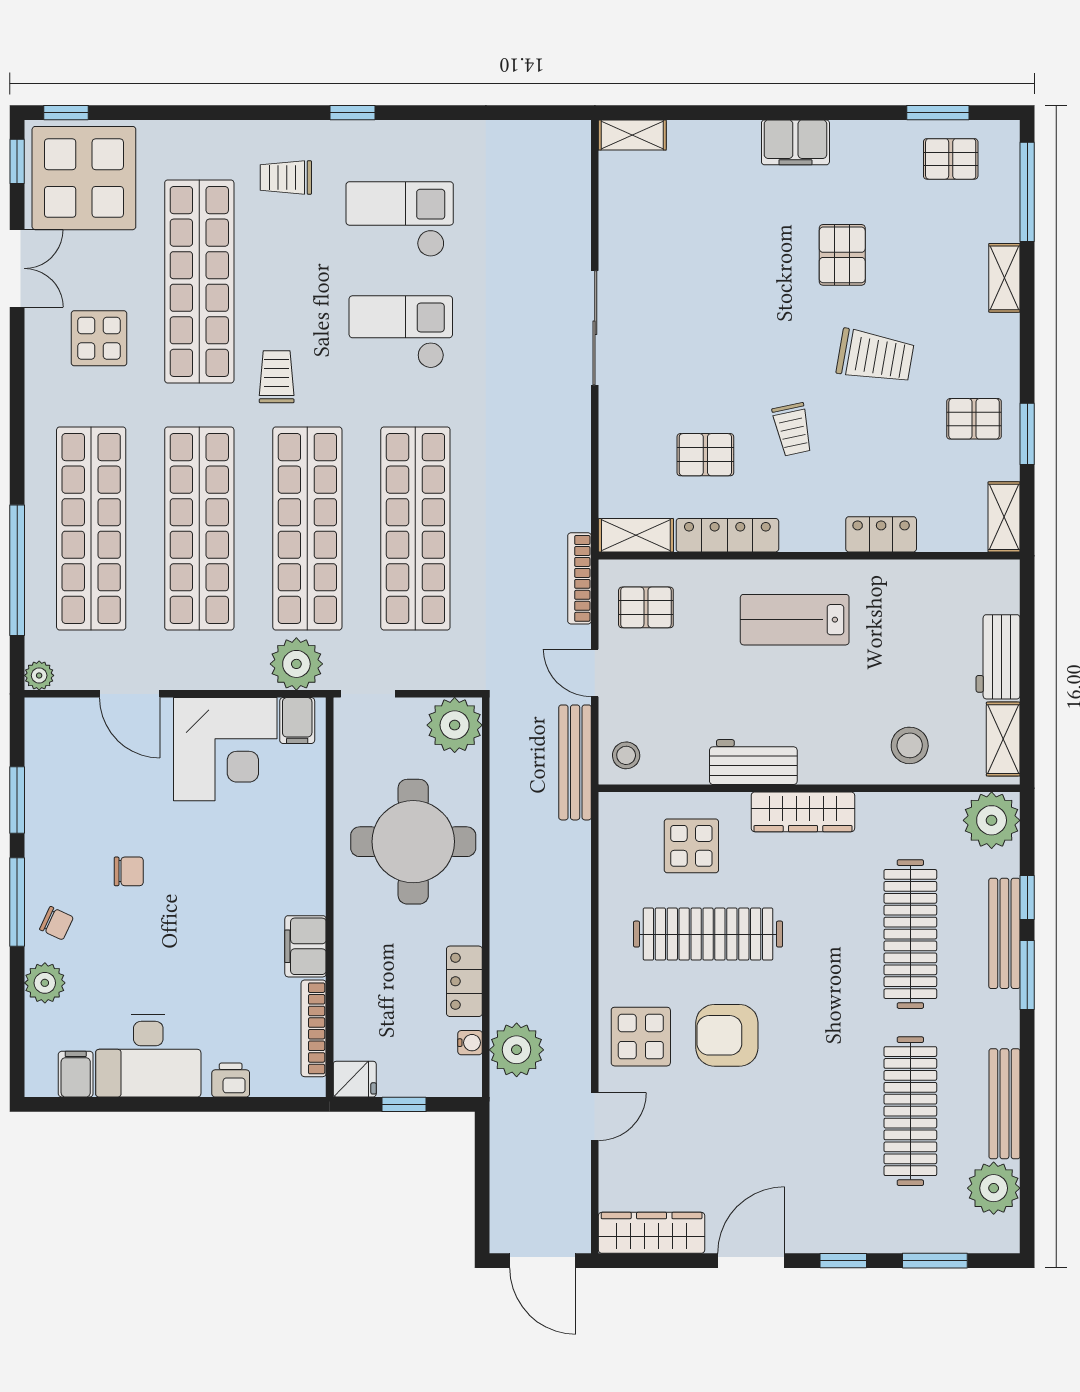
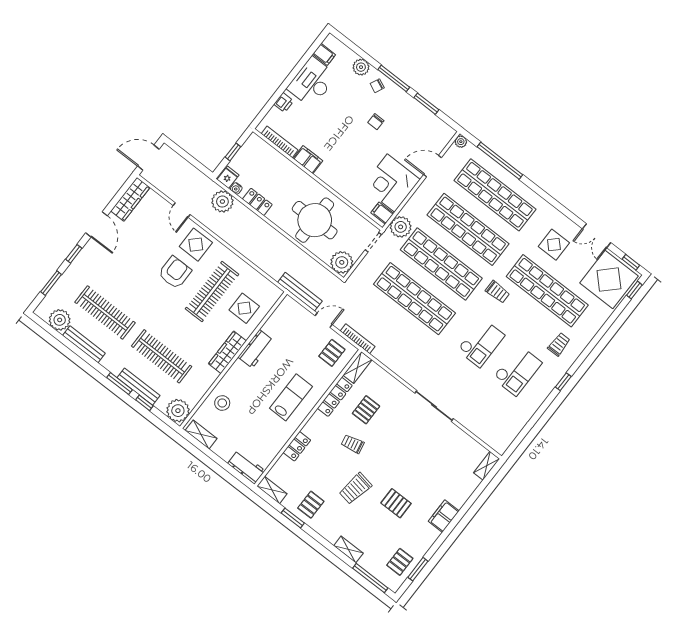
workbench: (998, 657) -> (246, 467), moved
stool: (626, 755) -> (289, 310), removed
fridge: (355, 1079) -> (228, 177), moved, turned 180

